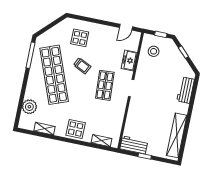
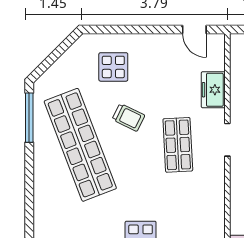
door: (126, 27) -> (194, 30), hinge flipped
plant: (29, 107) -> (47, 213), removed

